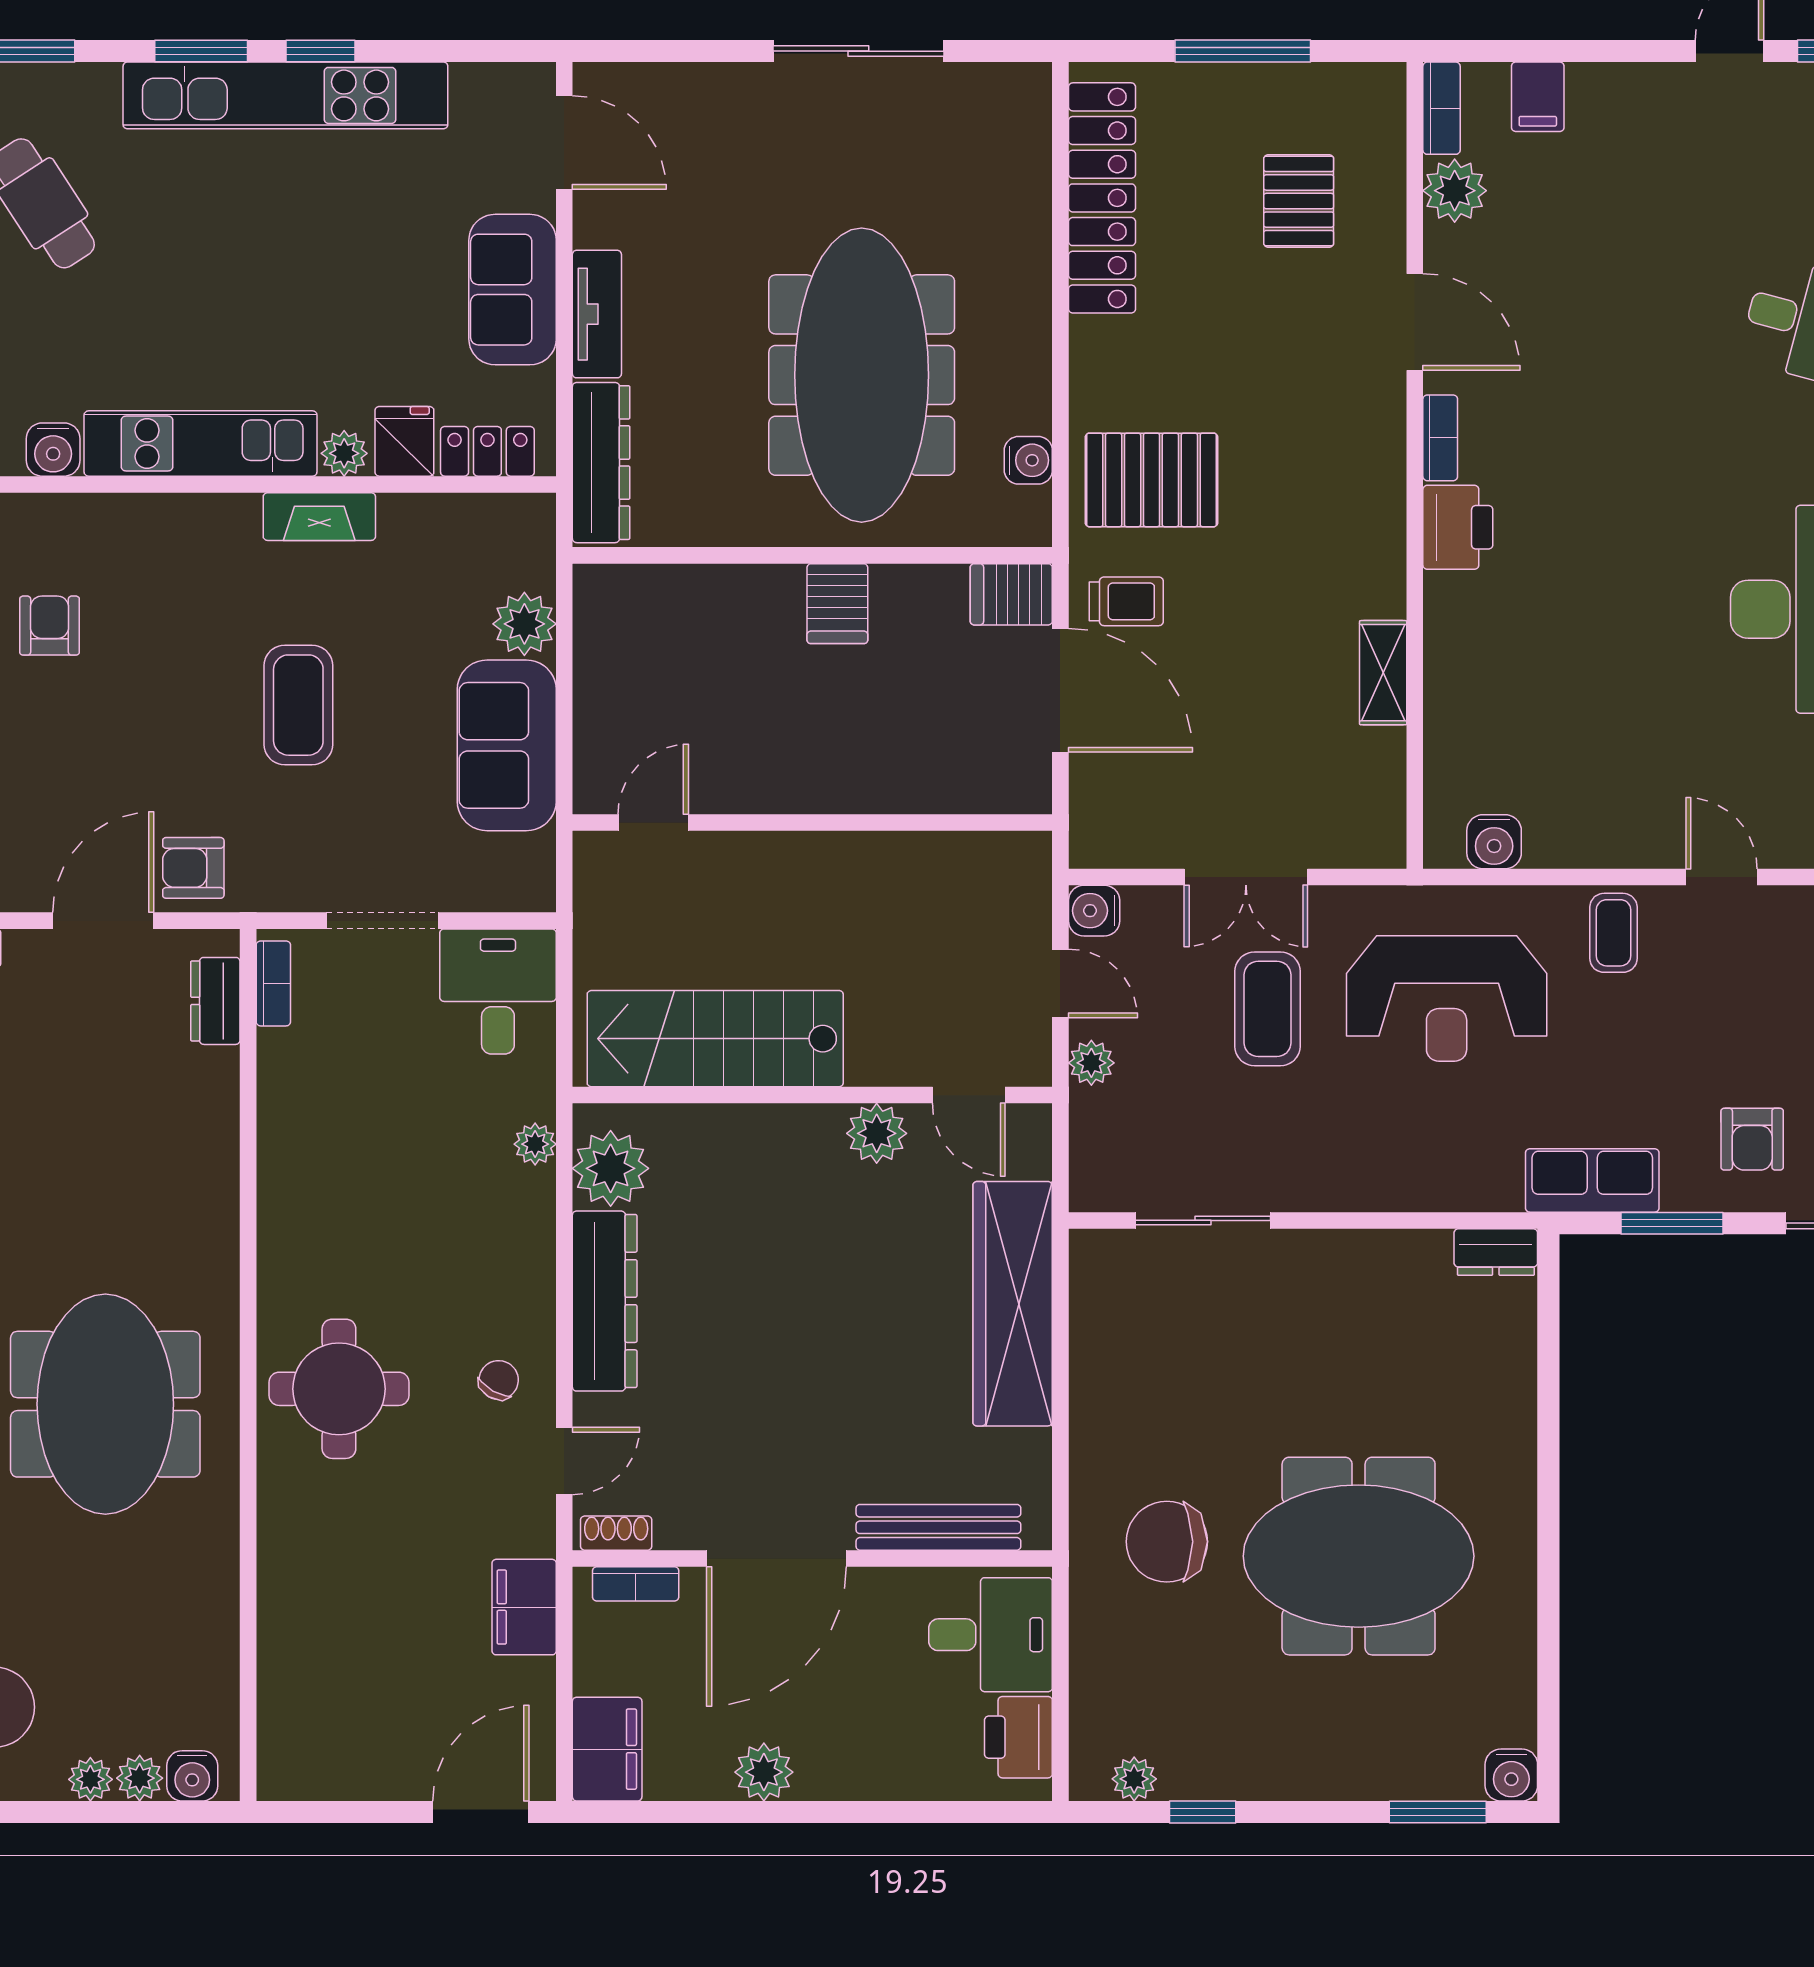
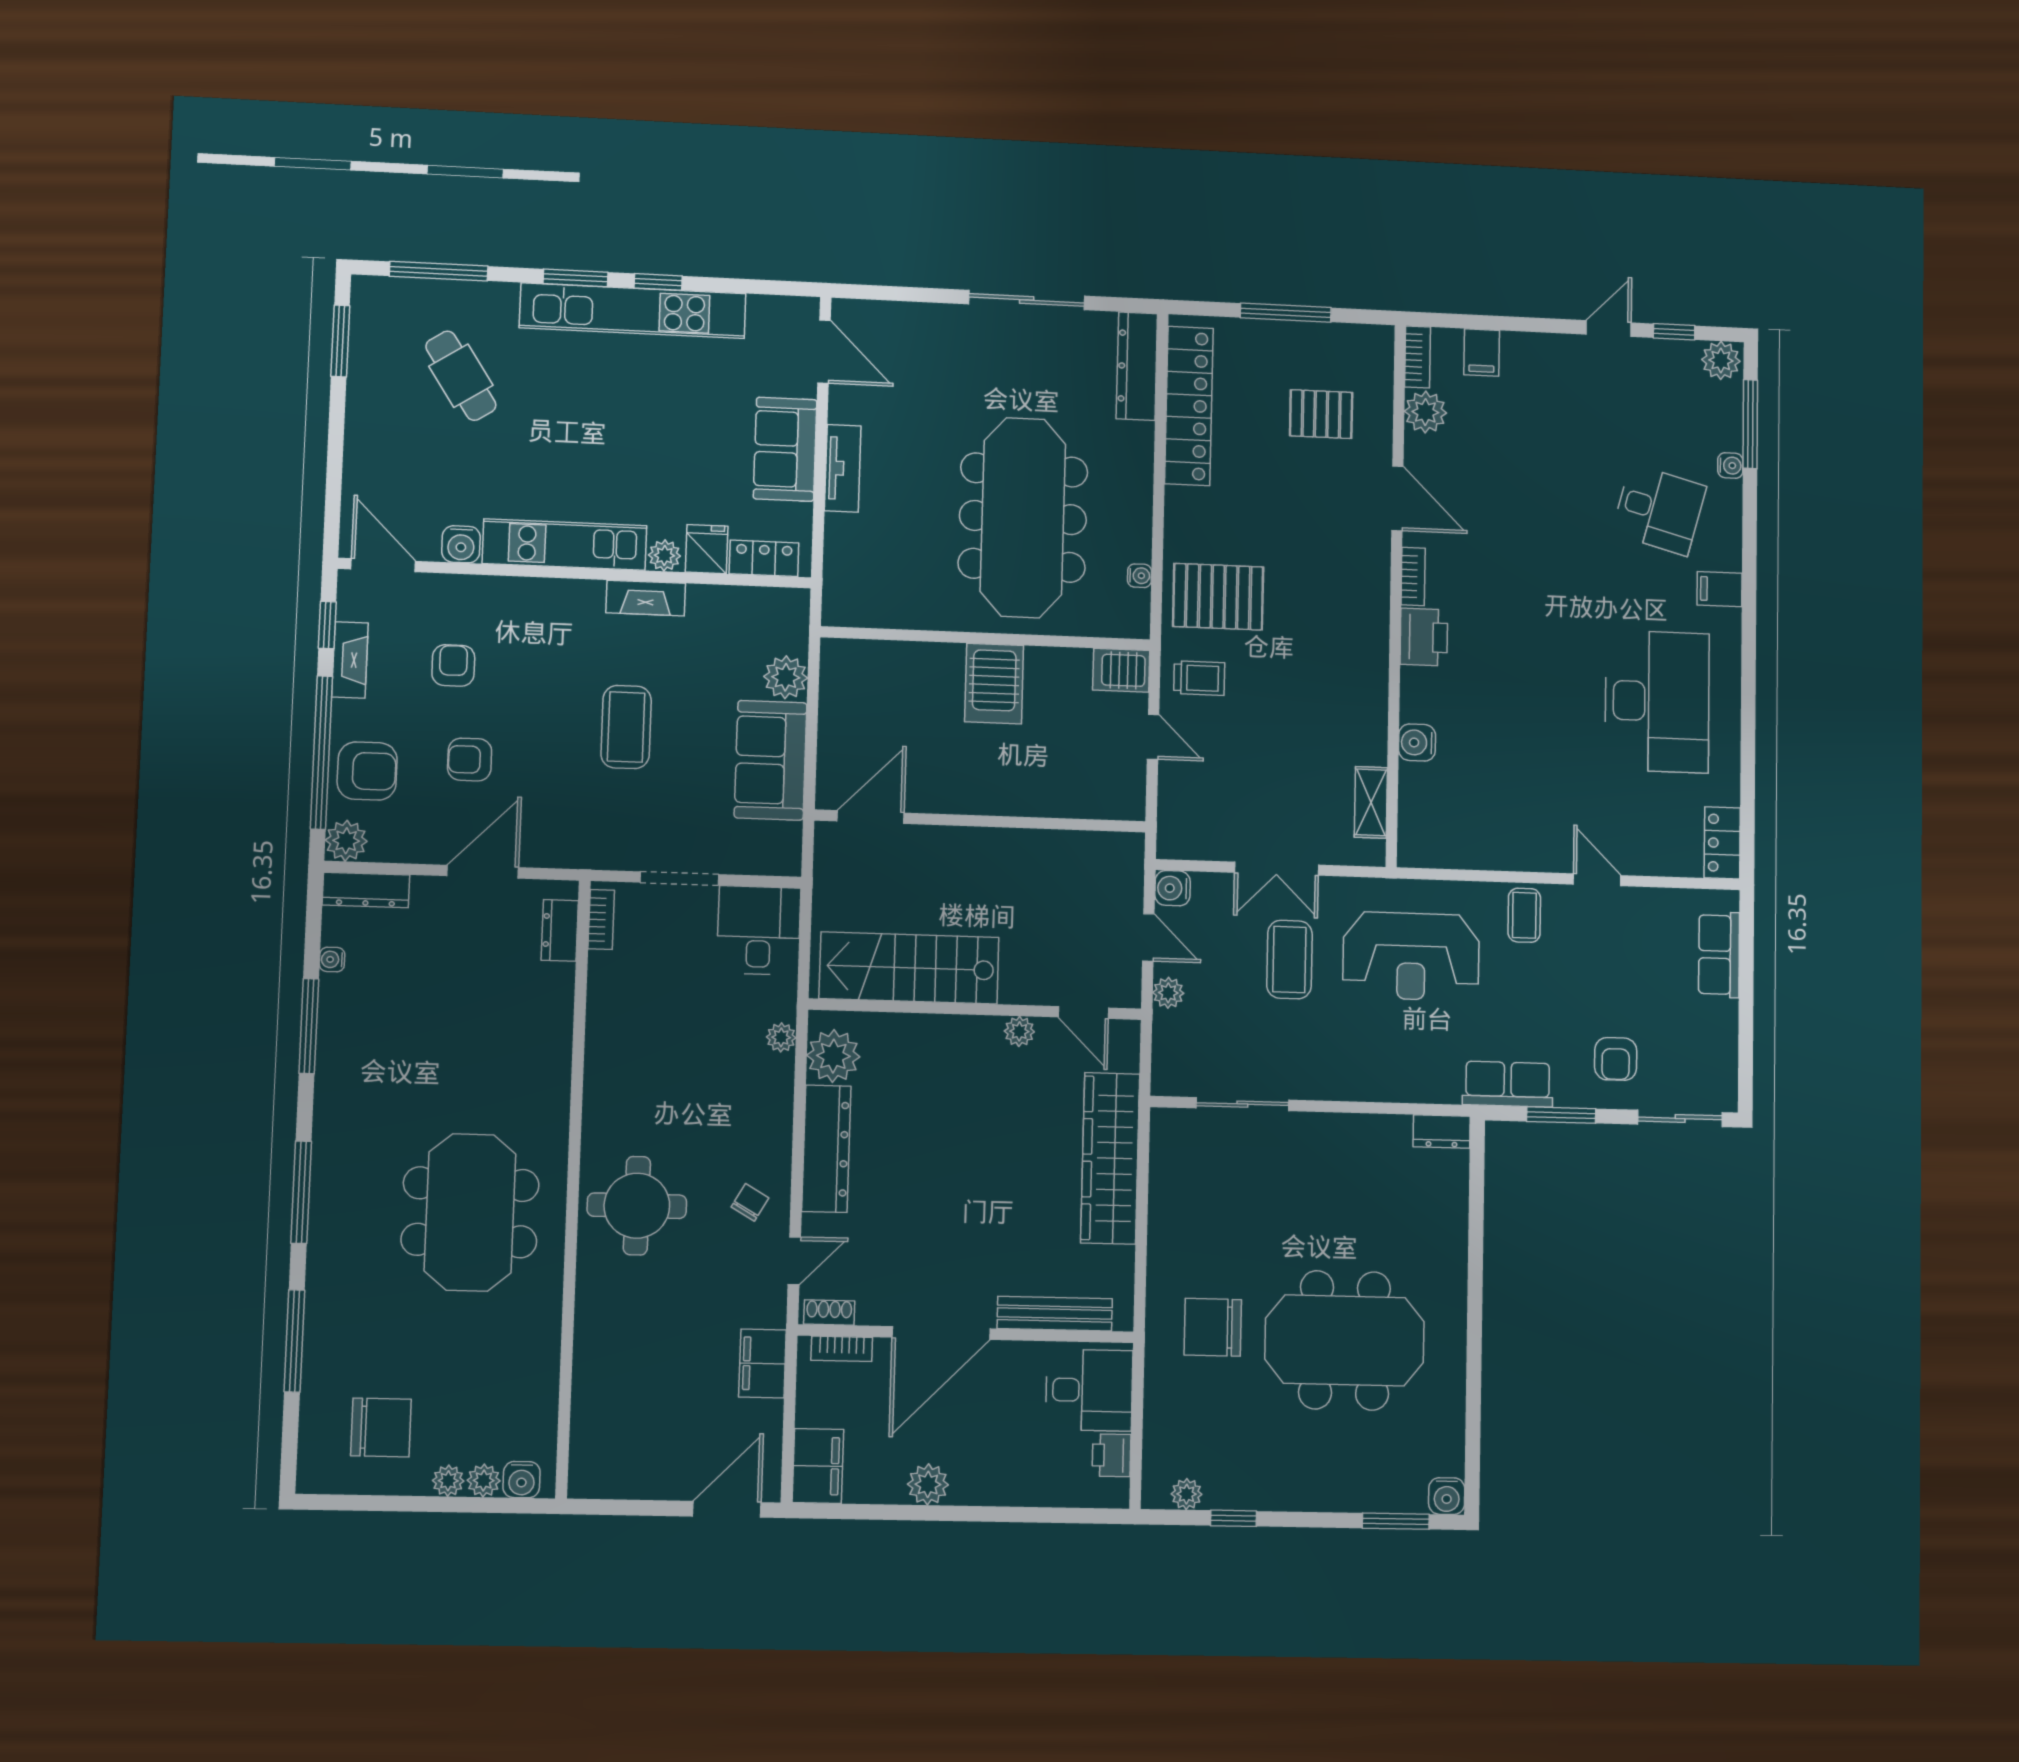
pallet: (1299, 201) -> (1321, 414), turned 90
water cooler: (1028, 460) -> (1139, 576), width x0.72, depth x0.72
dresser: (601, 463) -> (1137, 366), moved, turned 180
server rack: (837, 604) -> (994, 684), width x1.36, depth x1.44
shelving: (1383, 673) -> (1371, 802), moved
door: (1060, 690) -> (1153, 737), width x0.53
door: (653, 822) -> (871, 817), width x1.38
water cooler: (1494, 842) -> (1417, 743), moved, turned 90
armchair: (193, 868) -> (470, 760), moved
plant: (877, 1133) -> (1019, 1031), width x0.73, depth x0.73
printer: (1018, 1737) -> (1112, 1455), width x0.73, depth x0.81

